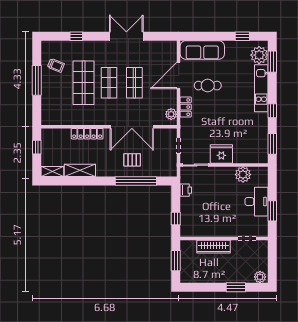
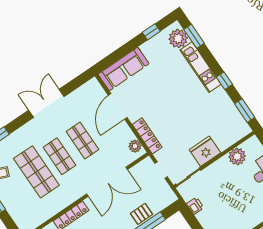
cafe table: (208, 86) -> (150, 98), removed
locker: (186, 107) -> (147, 136), width x1.53
pallet: (132, 160) -> (142, 214), moved

